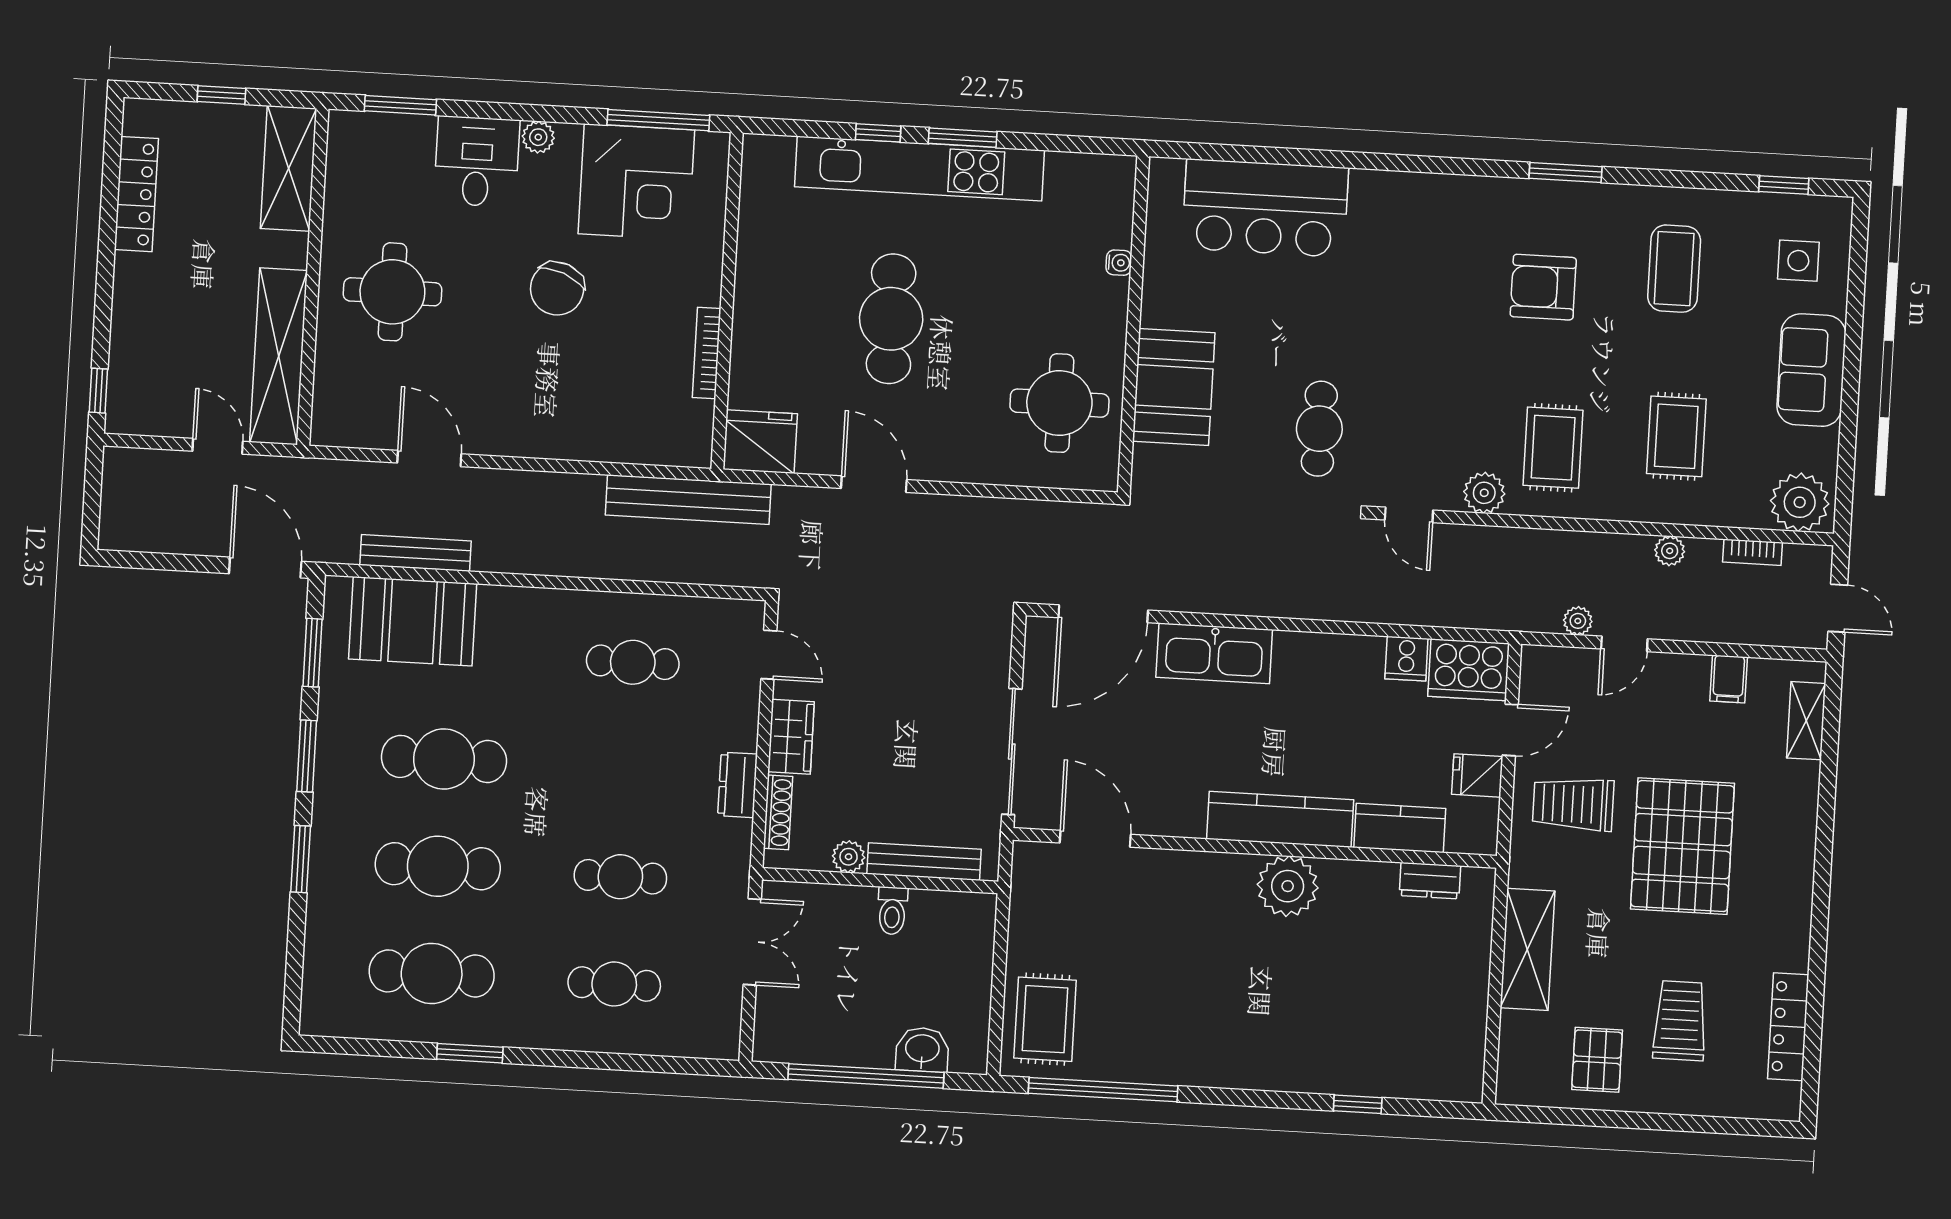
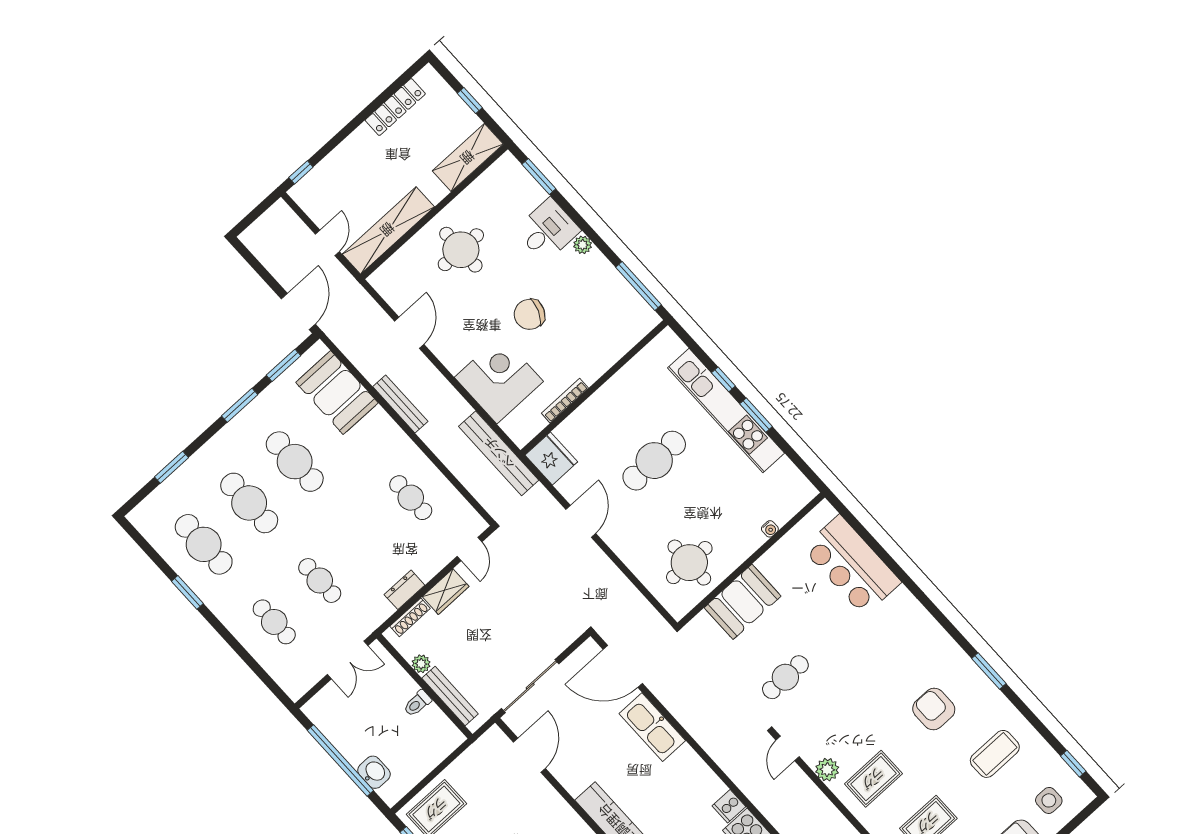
corner desk: (636, 182) -> (499, 379), moved, turned 180
bench: (415, 553) -> (400, 404), moved
window: (301, 859) -> (171, 467), moved

